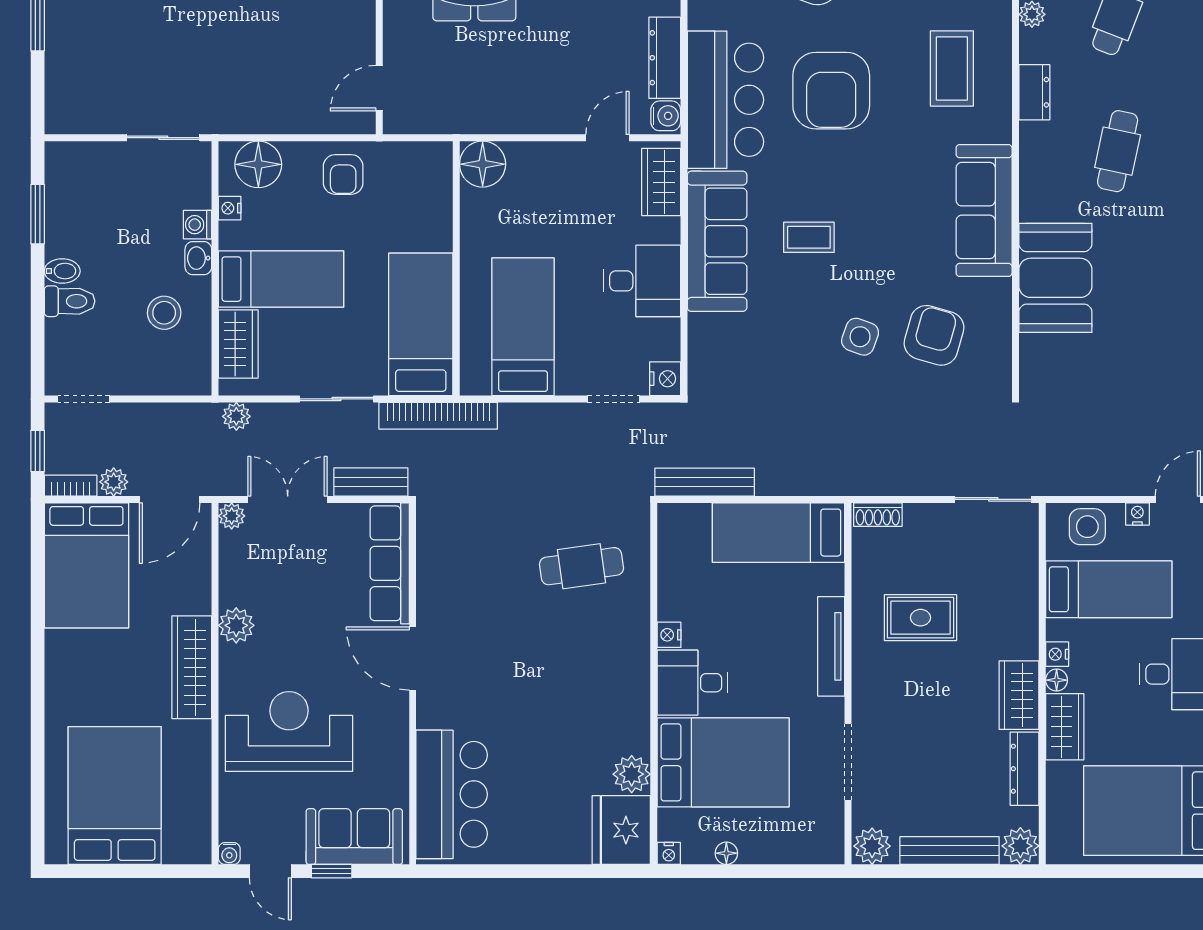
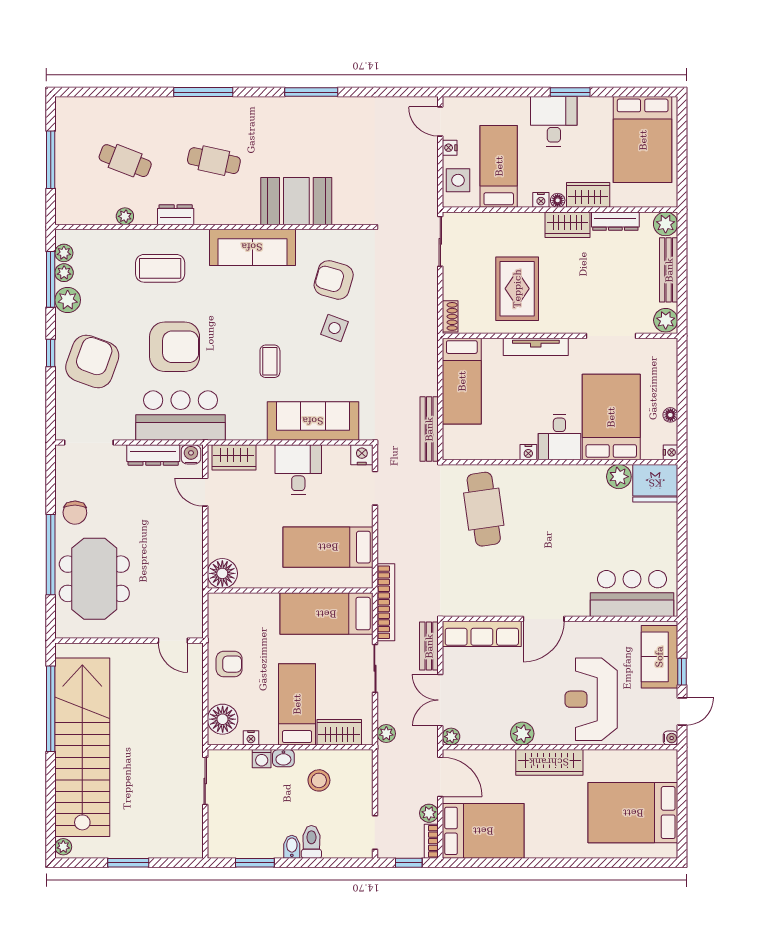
sofa: (717, 241) -> (313, 421), moved
cafe table: (581, 566) -> (484, 509), width x1.37, depth x1.35
rug: (921, 618) -> (517, 289), width x1.36, depth x1.43

